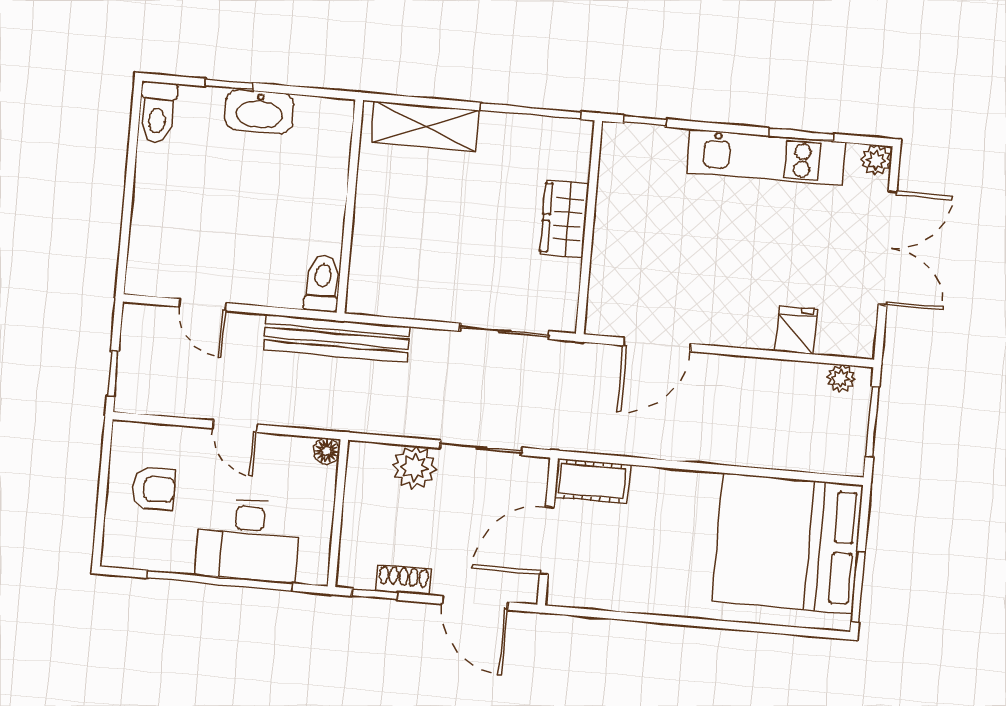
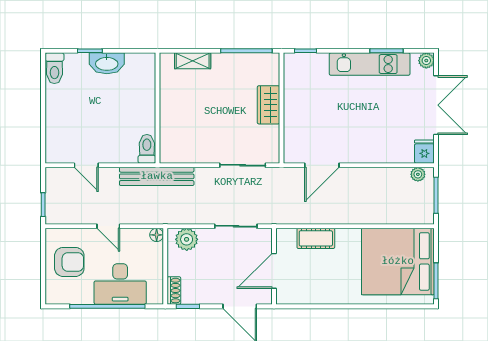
shelving: (425, 126) -> (193, 61), width x0.67, depth x0.75
fridge: (796, 330) -> (424, 152), moved
plant: (414, 467) -> (187, 239), moved
cot: (592, 481) -> (316, 238), moved
armchair: (154, 489) -> (69, 262), width x1.38, depth x1.38
shoe rack: (403, 580) -> (174, 291), moved, turned 90

